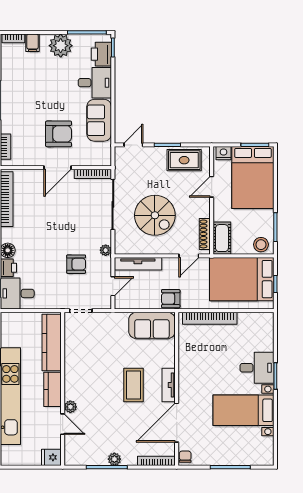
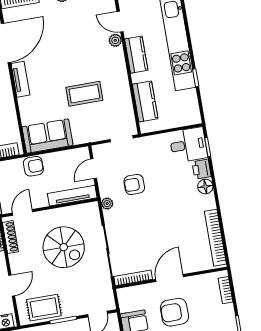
spiral stairs: (155, 215) -> (64, 247), turned 180
kitchen counter: (52, 343) -> (145, 102), width x0.67
coffee table: (134, 385) -> (84, 94), moved, turned 90

